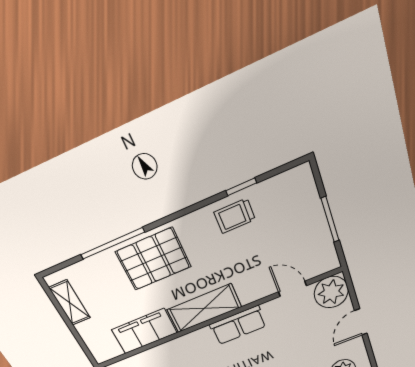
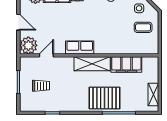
trolley: (235, 216) -> (41, 86), moved
door: (292, 289) -> (46, 55), swing flipped
door: (361, 322) -> (18, 22), hinge flipped

